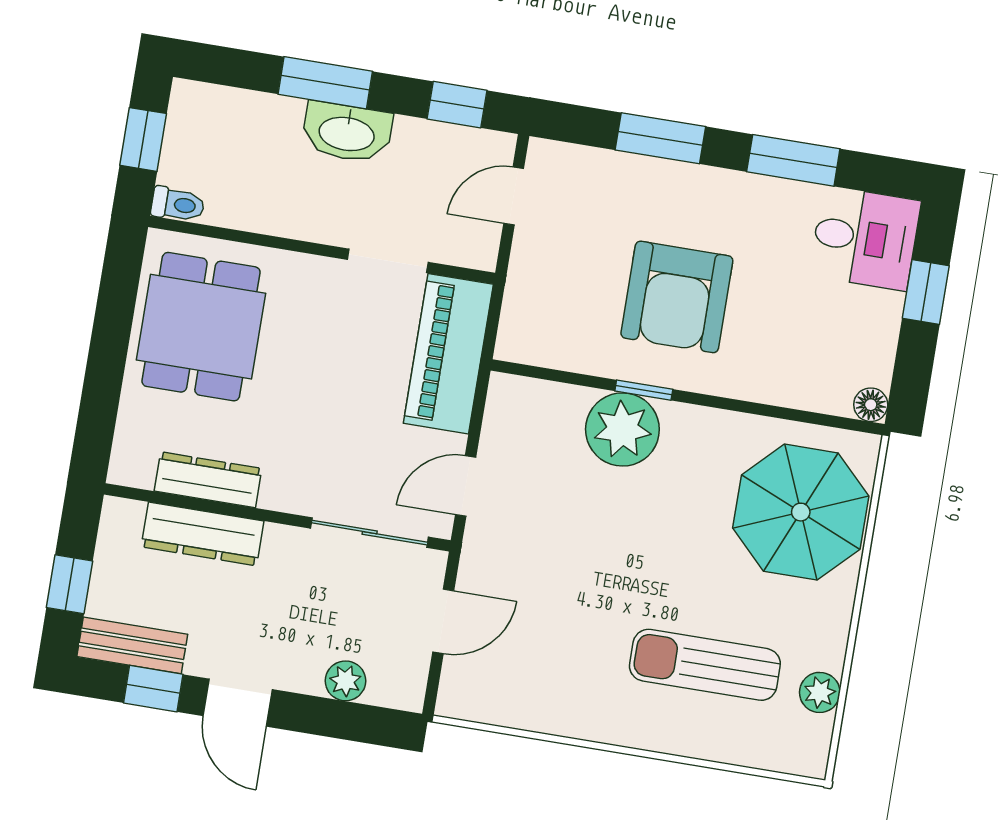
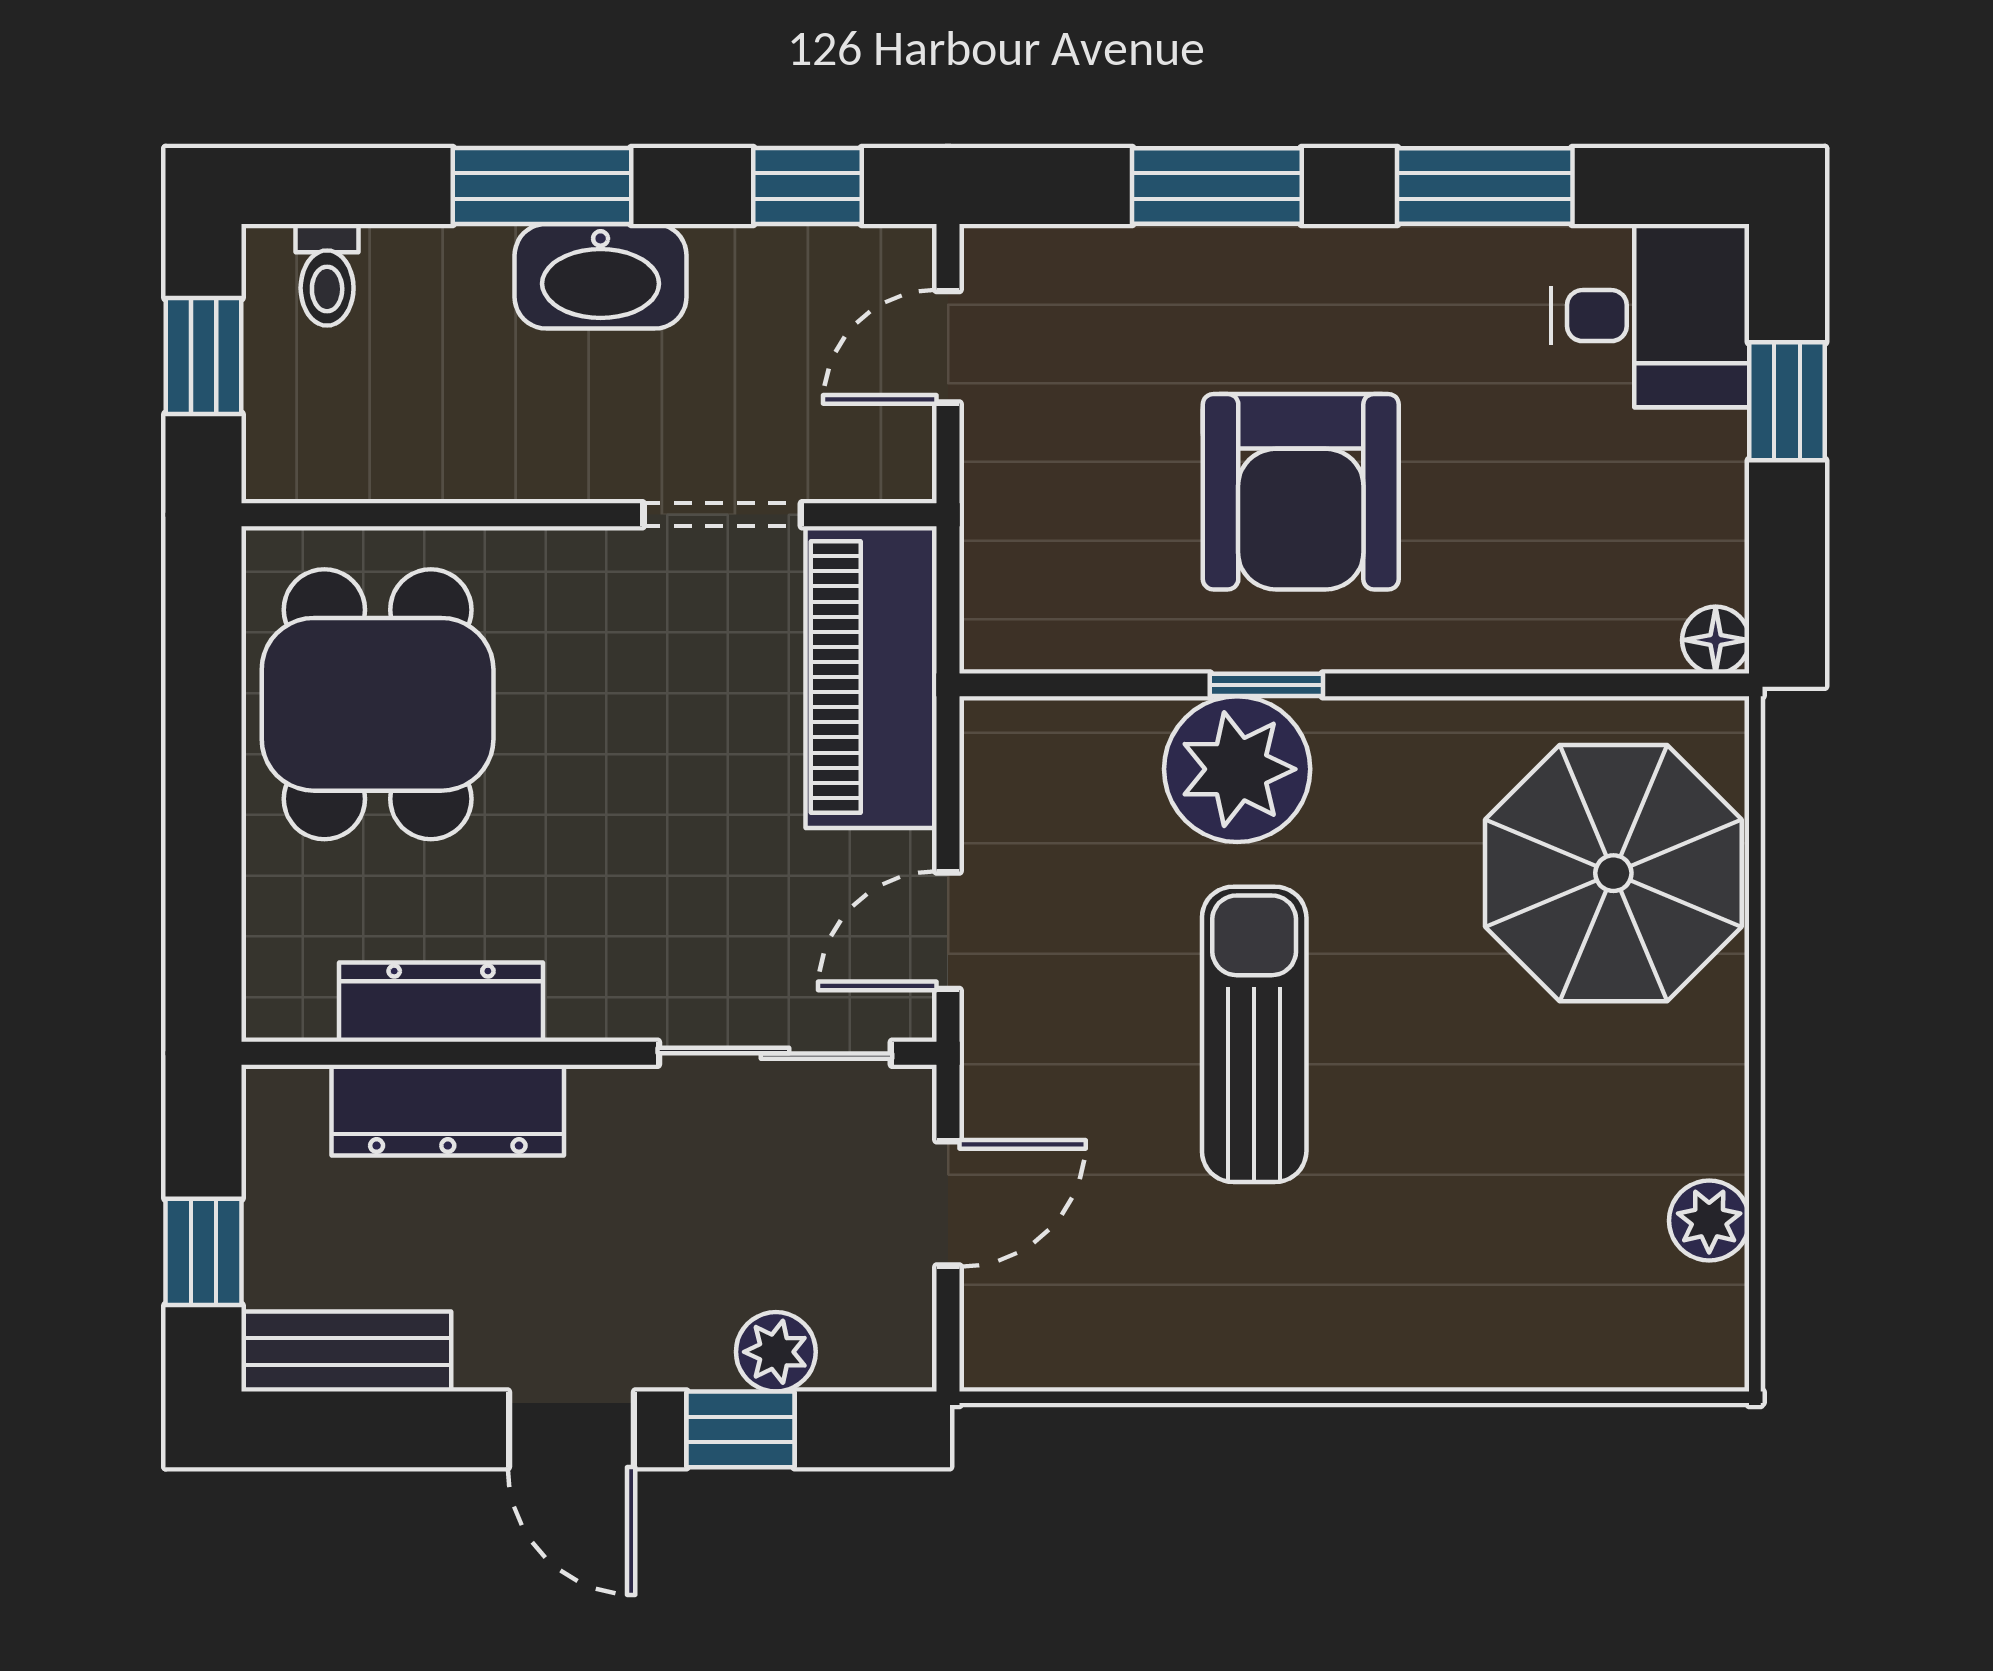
toilet: (178, 204) -> (327, 275), moved, turned 90
sun lounger: (705, 665) -> (1254, 1034), moved, turned 90
window: (153, 689) -> (741, 1429), moved

